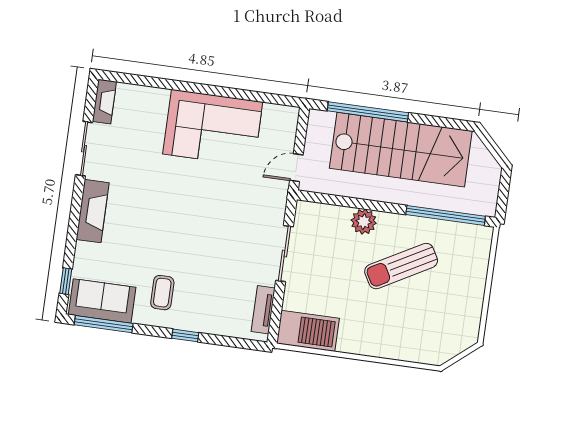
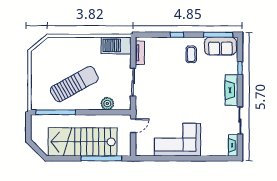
plant: (364, 222) -> (107, 104), moved
sun lounger: (401, 266) -> (74, 84), width x1.36, depth x1.34
window: (66, 281) -> (240, 68), moved

